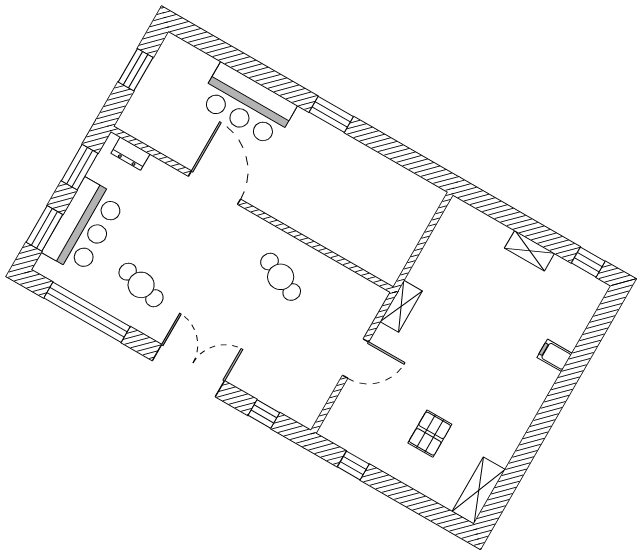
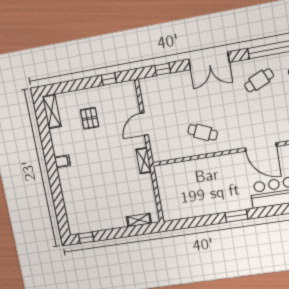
shelving: (530, 251) -> (139, 220), moved
cafe table: (141, 285) -> (259, 80), turned -39
filing cabinet: (555, 355) -> (62, 161), moved

